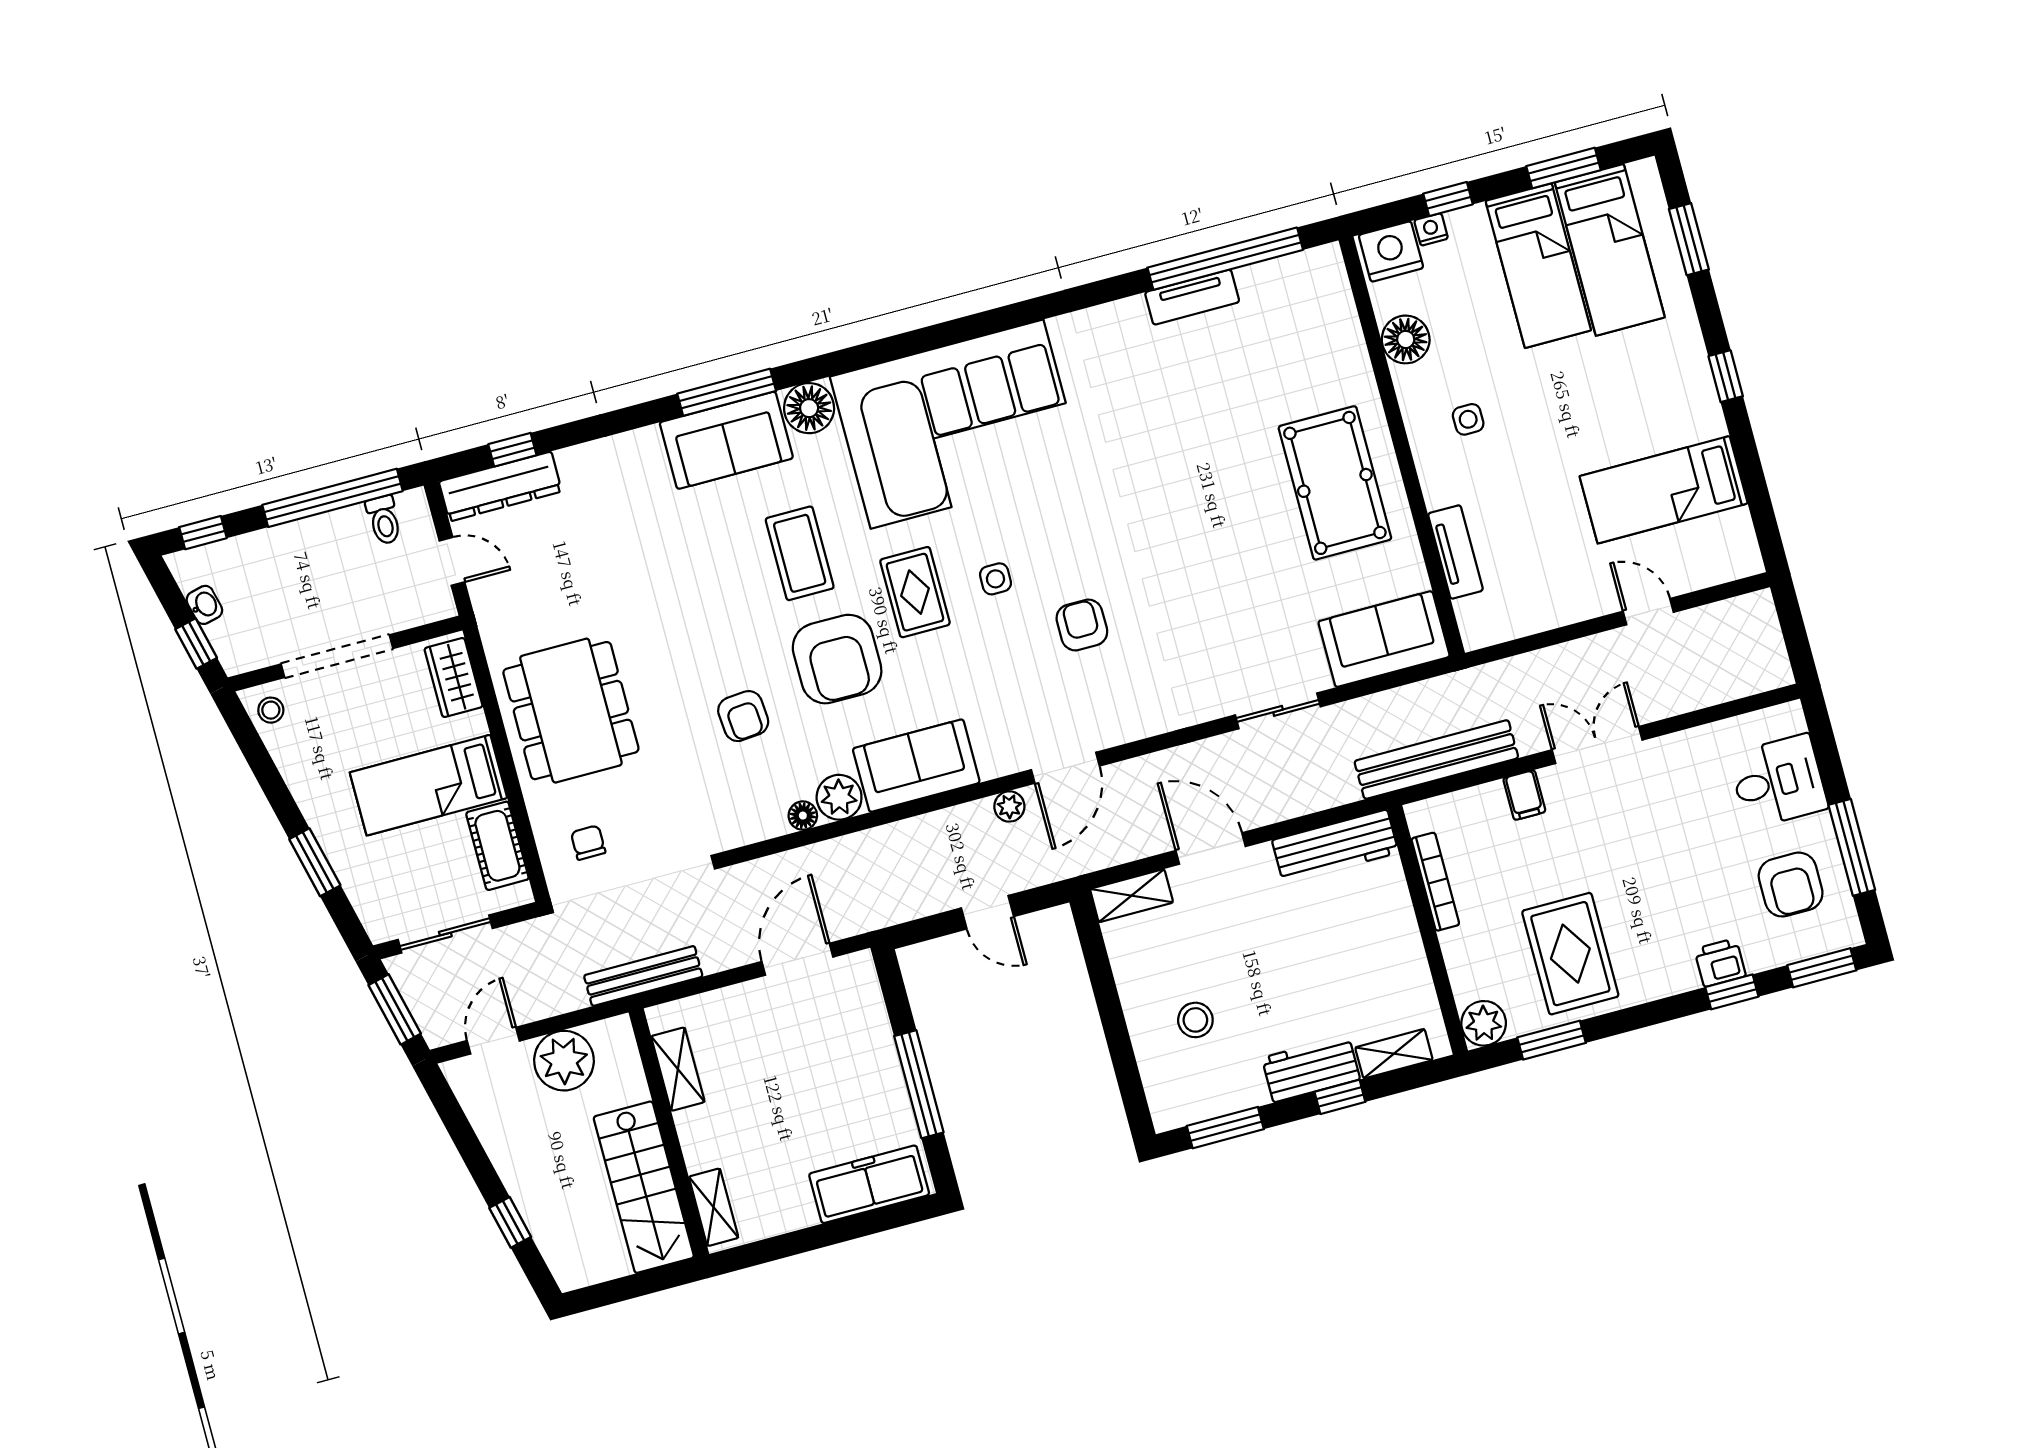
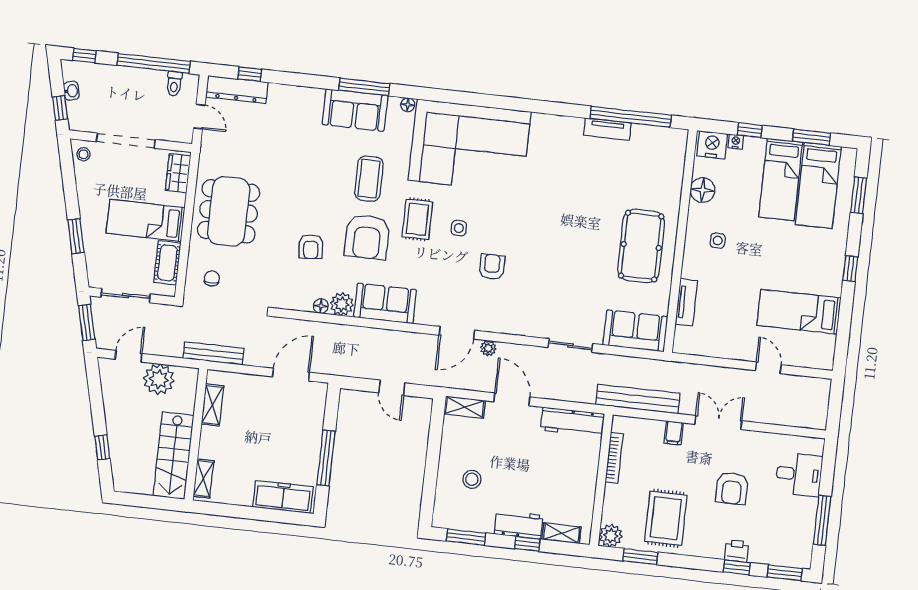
floor lamp: (809, 408) -> (408, 105), width x0.53, depth x0.53
plant: (1009, 806) -> (488, 348), moved
armchair: (1791, 885) -> (732, 488), moved

